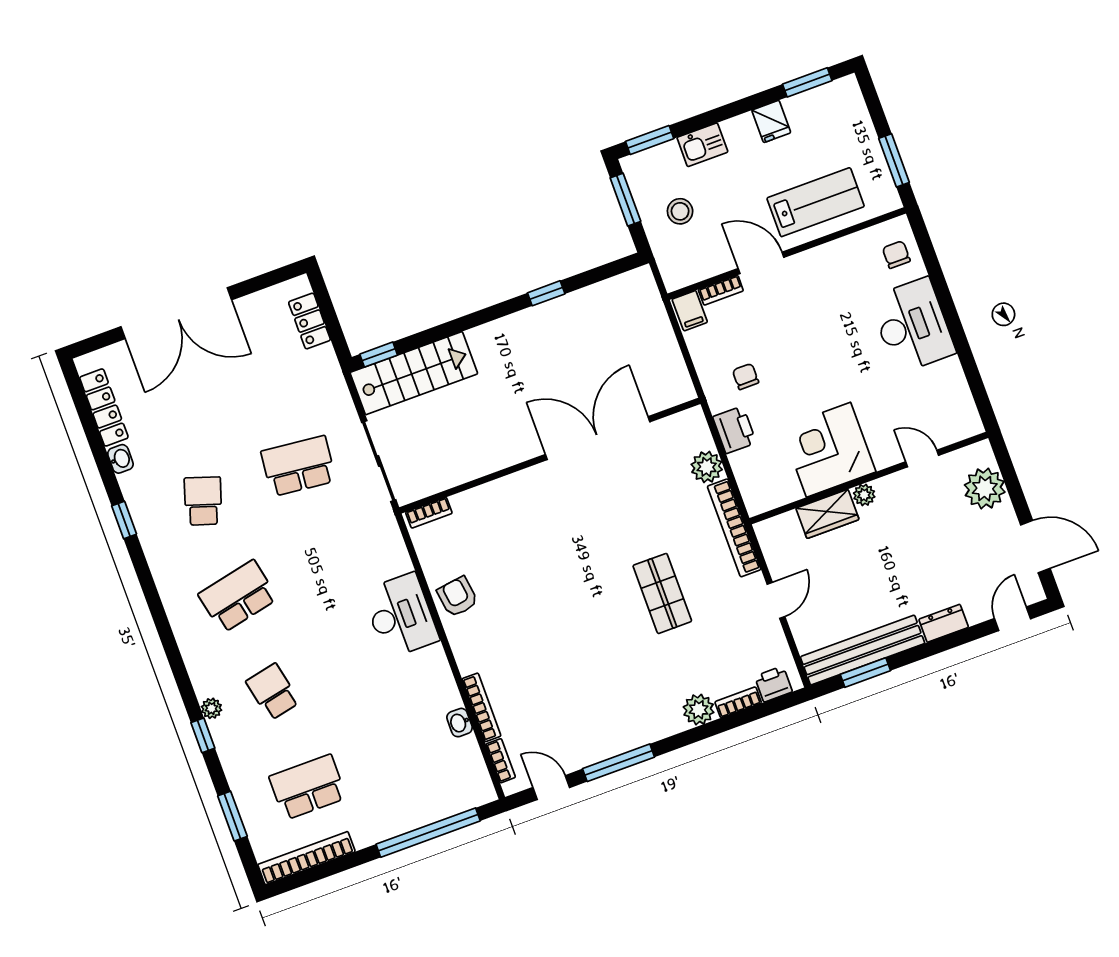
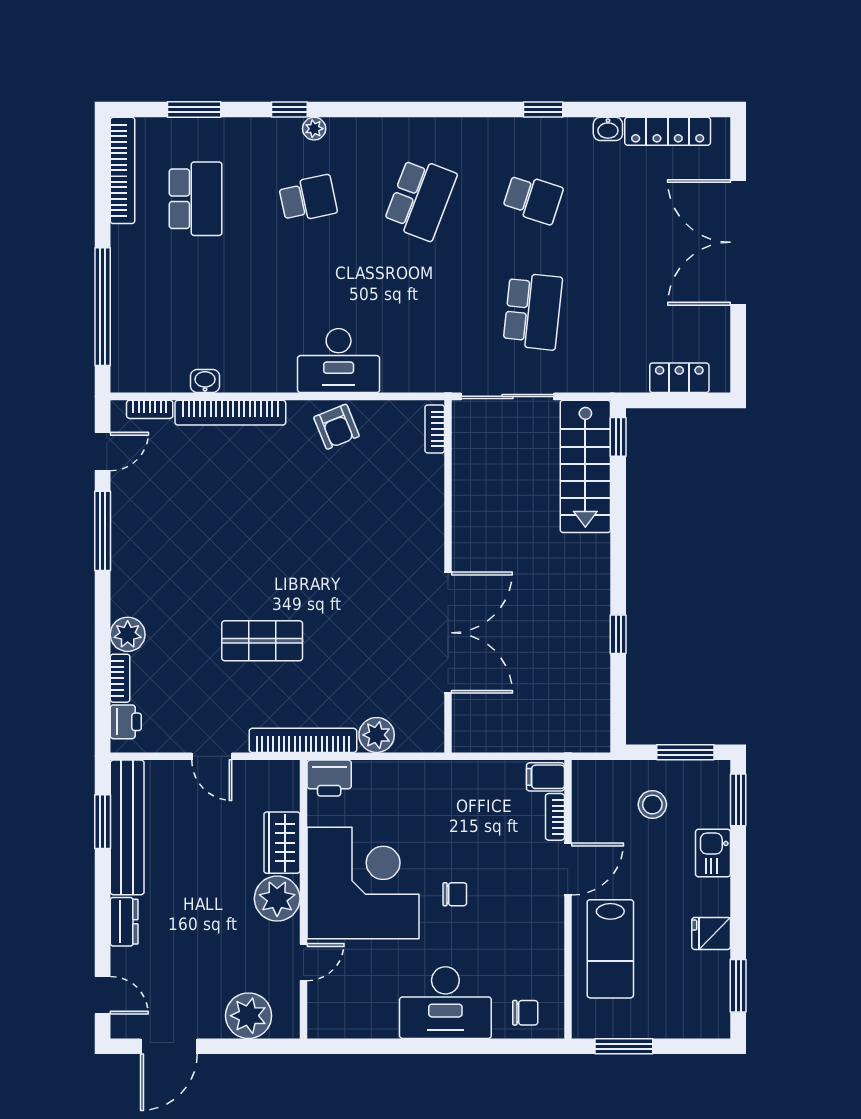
chair: (746, 377) -> (455, 894), moved
printer: (735, 430) -> (329, 778), moved
corner desk: (829, 450) -> (363, 883), width x1.36, depth x1.36
plant: (864, 495) -> (277, 899), width x1.88, depth x1.88
school desk: (238, 596) -> (420, 199), turned 33
armchair: (458, 597) -> (337, 427), turned 76
bookcase: (482, 707) -> (230, 413), width x1.48, depth x1.31

